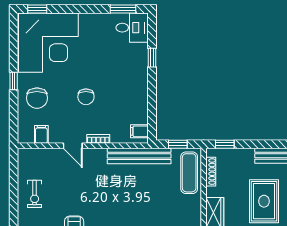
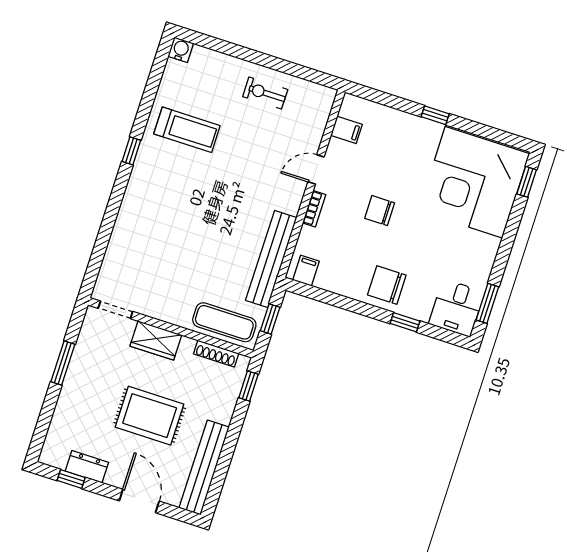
chair: (37, 98) -> (387, 285), moved

